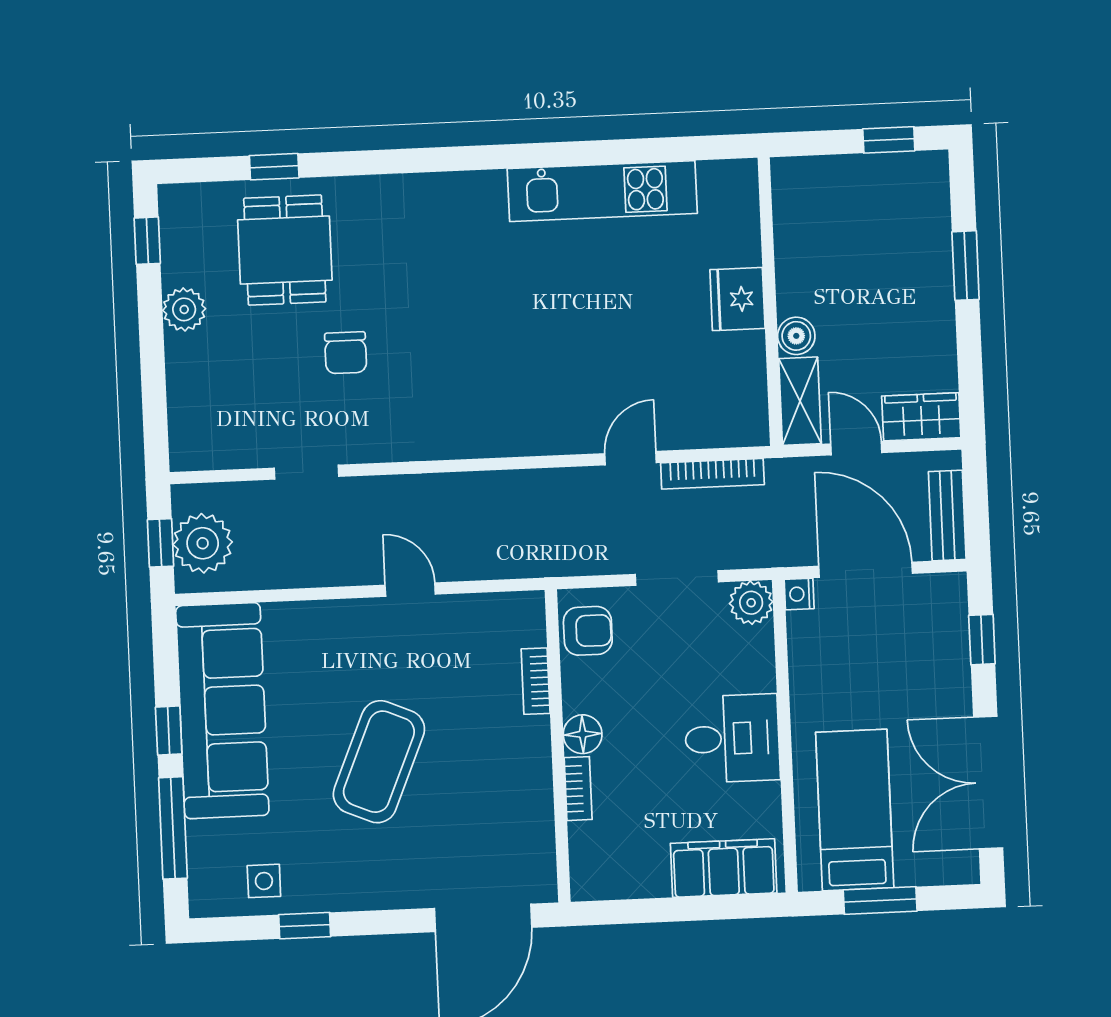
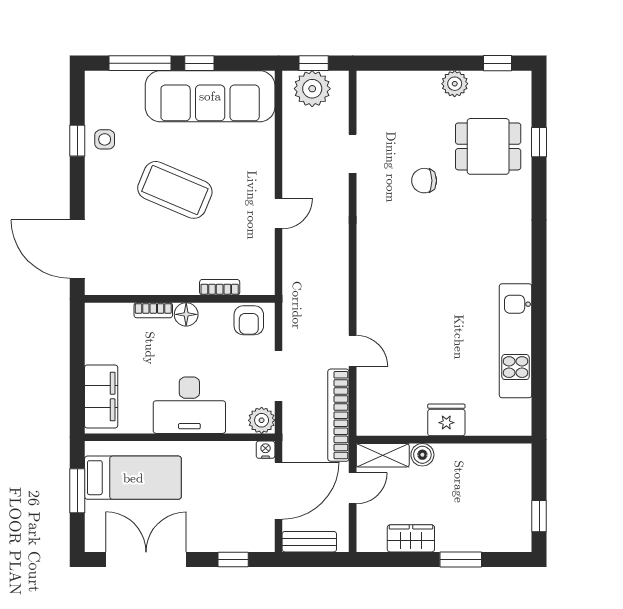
wardrobe: (921, 417) -> (411, 538), moved, turned -90
bookcase: (712, 474) -> (338, 415), width x1.48, depth x1.31
desk: (732, 738) -> (189, 405), width x1.37
side table: (264, 881) -> (105, 139), moved

